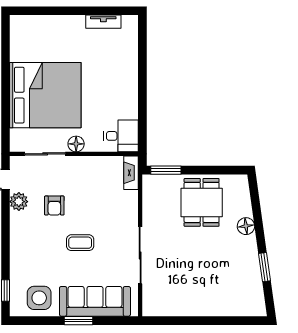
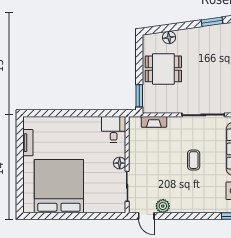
bed: (45, 95) -> (59, 186), moved
fireplace: (131, 173) -> (154, 122), moved
armchair: (54, 206) -> (166, 179), removed
floor lamp: (246, 226) -> (169, 37), moved

